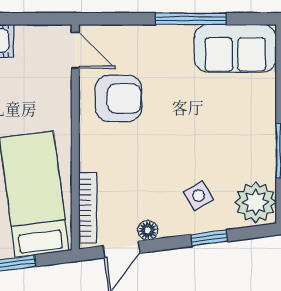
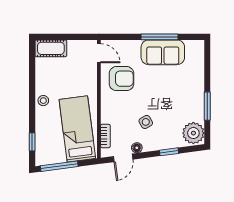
sofa: (235, 48) -> (163, 52), moved
side table: (198, 196) -> (146, 122), moved
bookcase: (88, 208) -> (105, 136), width x0.64

